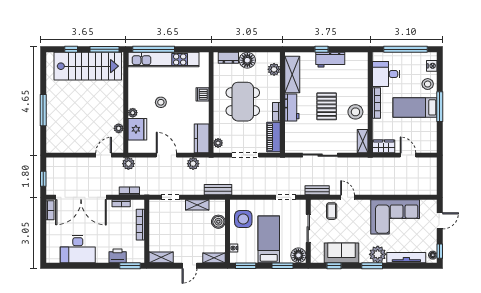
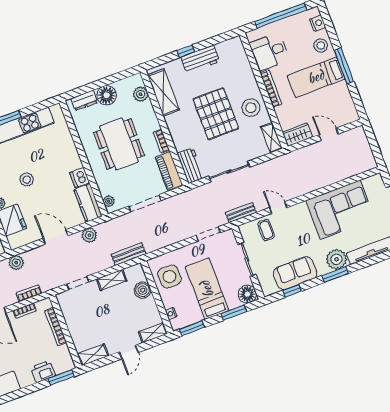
dishwasher: (202, 94) -> (80, 178), moved
pallet: (327, 106) -> (216, 114), width x1.37, depth x1.41
workbench: (292, 107) -> (191, 166), moved

